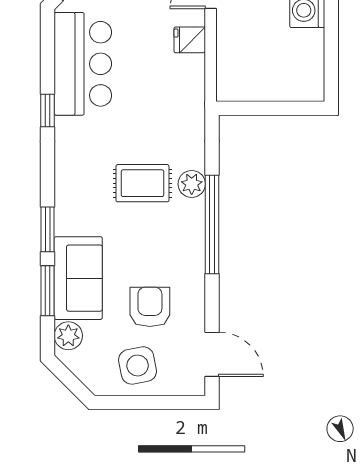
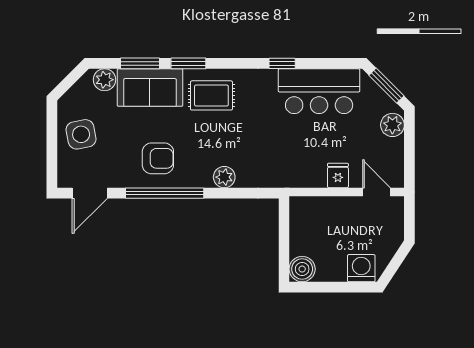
boiler: (308, 85) -> (302, 269), added
rug: (142, 183) -> (211, 95), moved, turned 90
window: (212, 225) -> (165, 193), moved
armchair: (150, 307) -> (158, 158), moved

